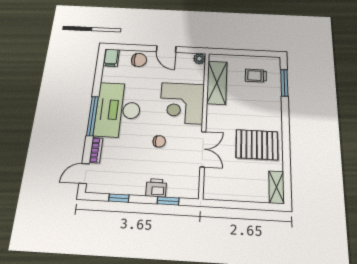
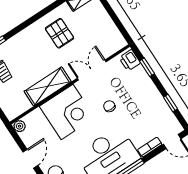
shelving: (217, 83) -> (48, 86), moved
pallet: (257, 145) -> (60, 33), width x0.67, depth x0.71
printer: (156, 188) -> (130, 60), moved

